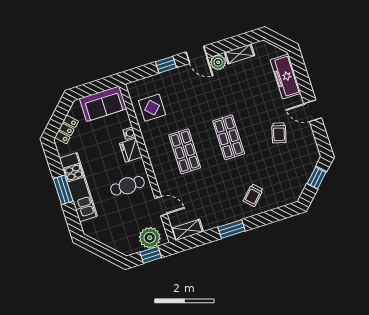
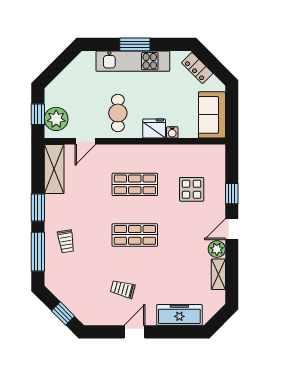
display table: (152, 108) -> (192, 189), moved
trolley: (253, 195) -> (66, 241), turned -144
window: (270, 217) -> (38, 252), added
shelving: (187, 230) -> (54, 169), width x1.50, depth x1.33

